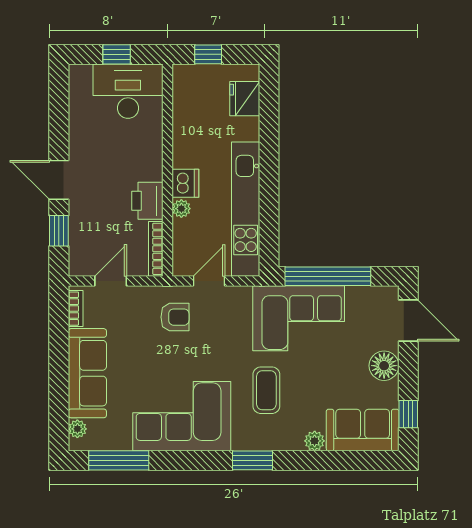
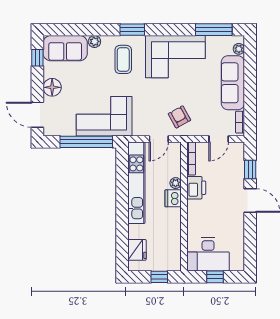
armchair: (175, 317) -> (179, 117), turned 61
coffee table: (266, 390) -> (123, 59), moved

